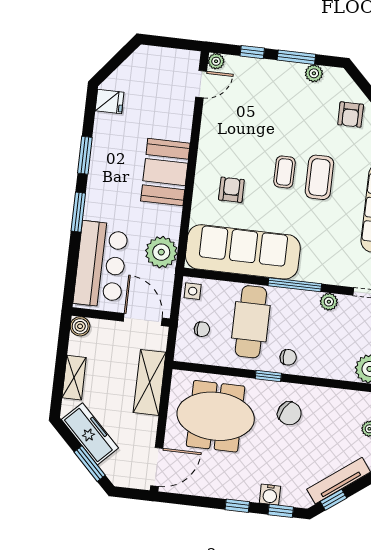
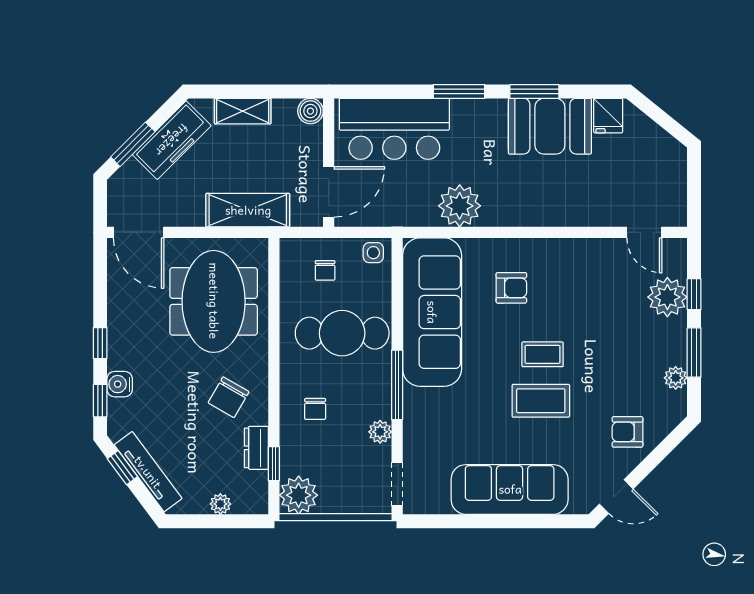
plant: (216, 61) -> (667, 297), moved, width x1.88, depth x1.88
booth: (165, 172) -> (550, 126), moved
plant: (161, 252) -> (460, 206), moved
chair: (288, 357) -> (315, 409), moved
window: (268, 376) -> (274, 464), moved
dresser: (330, 397) -> (256, 448), added

